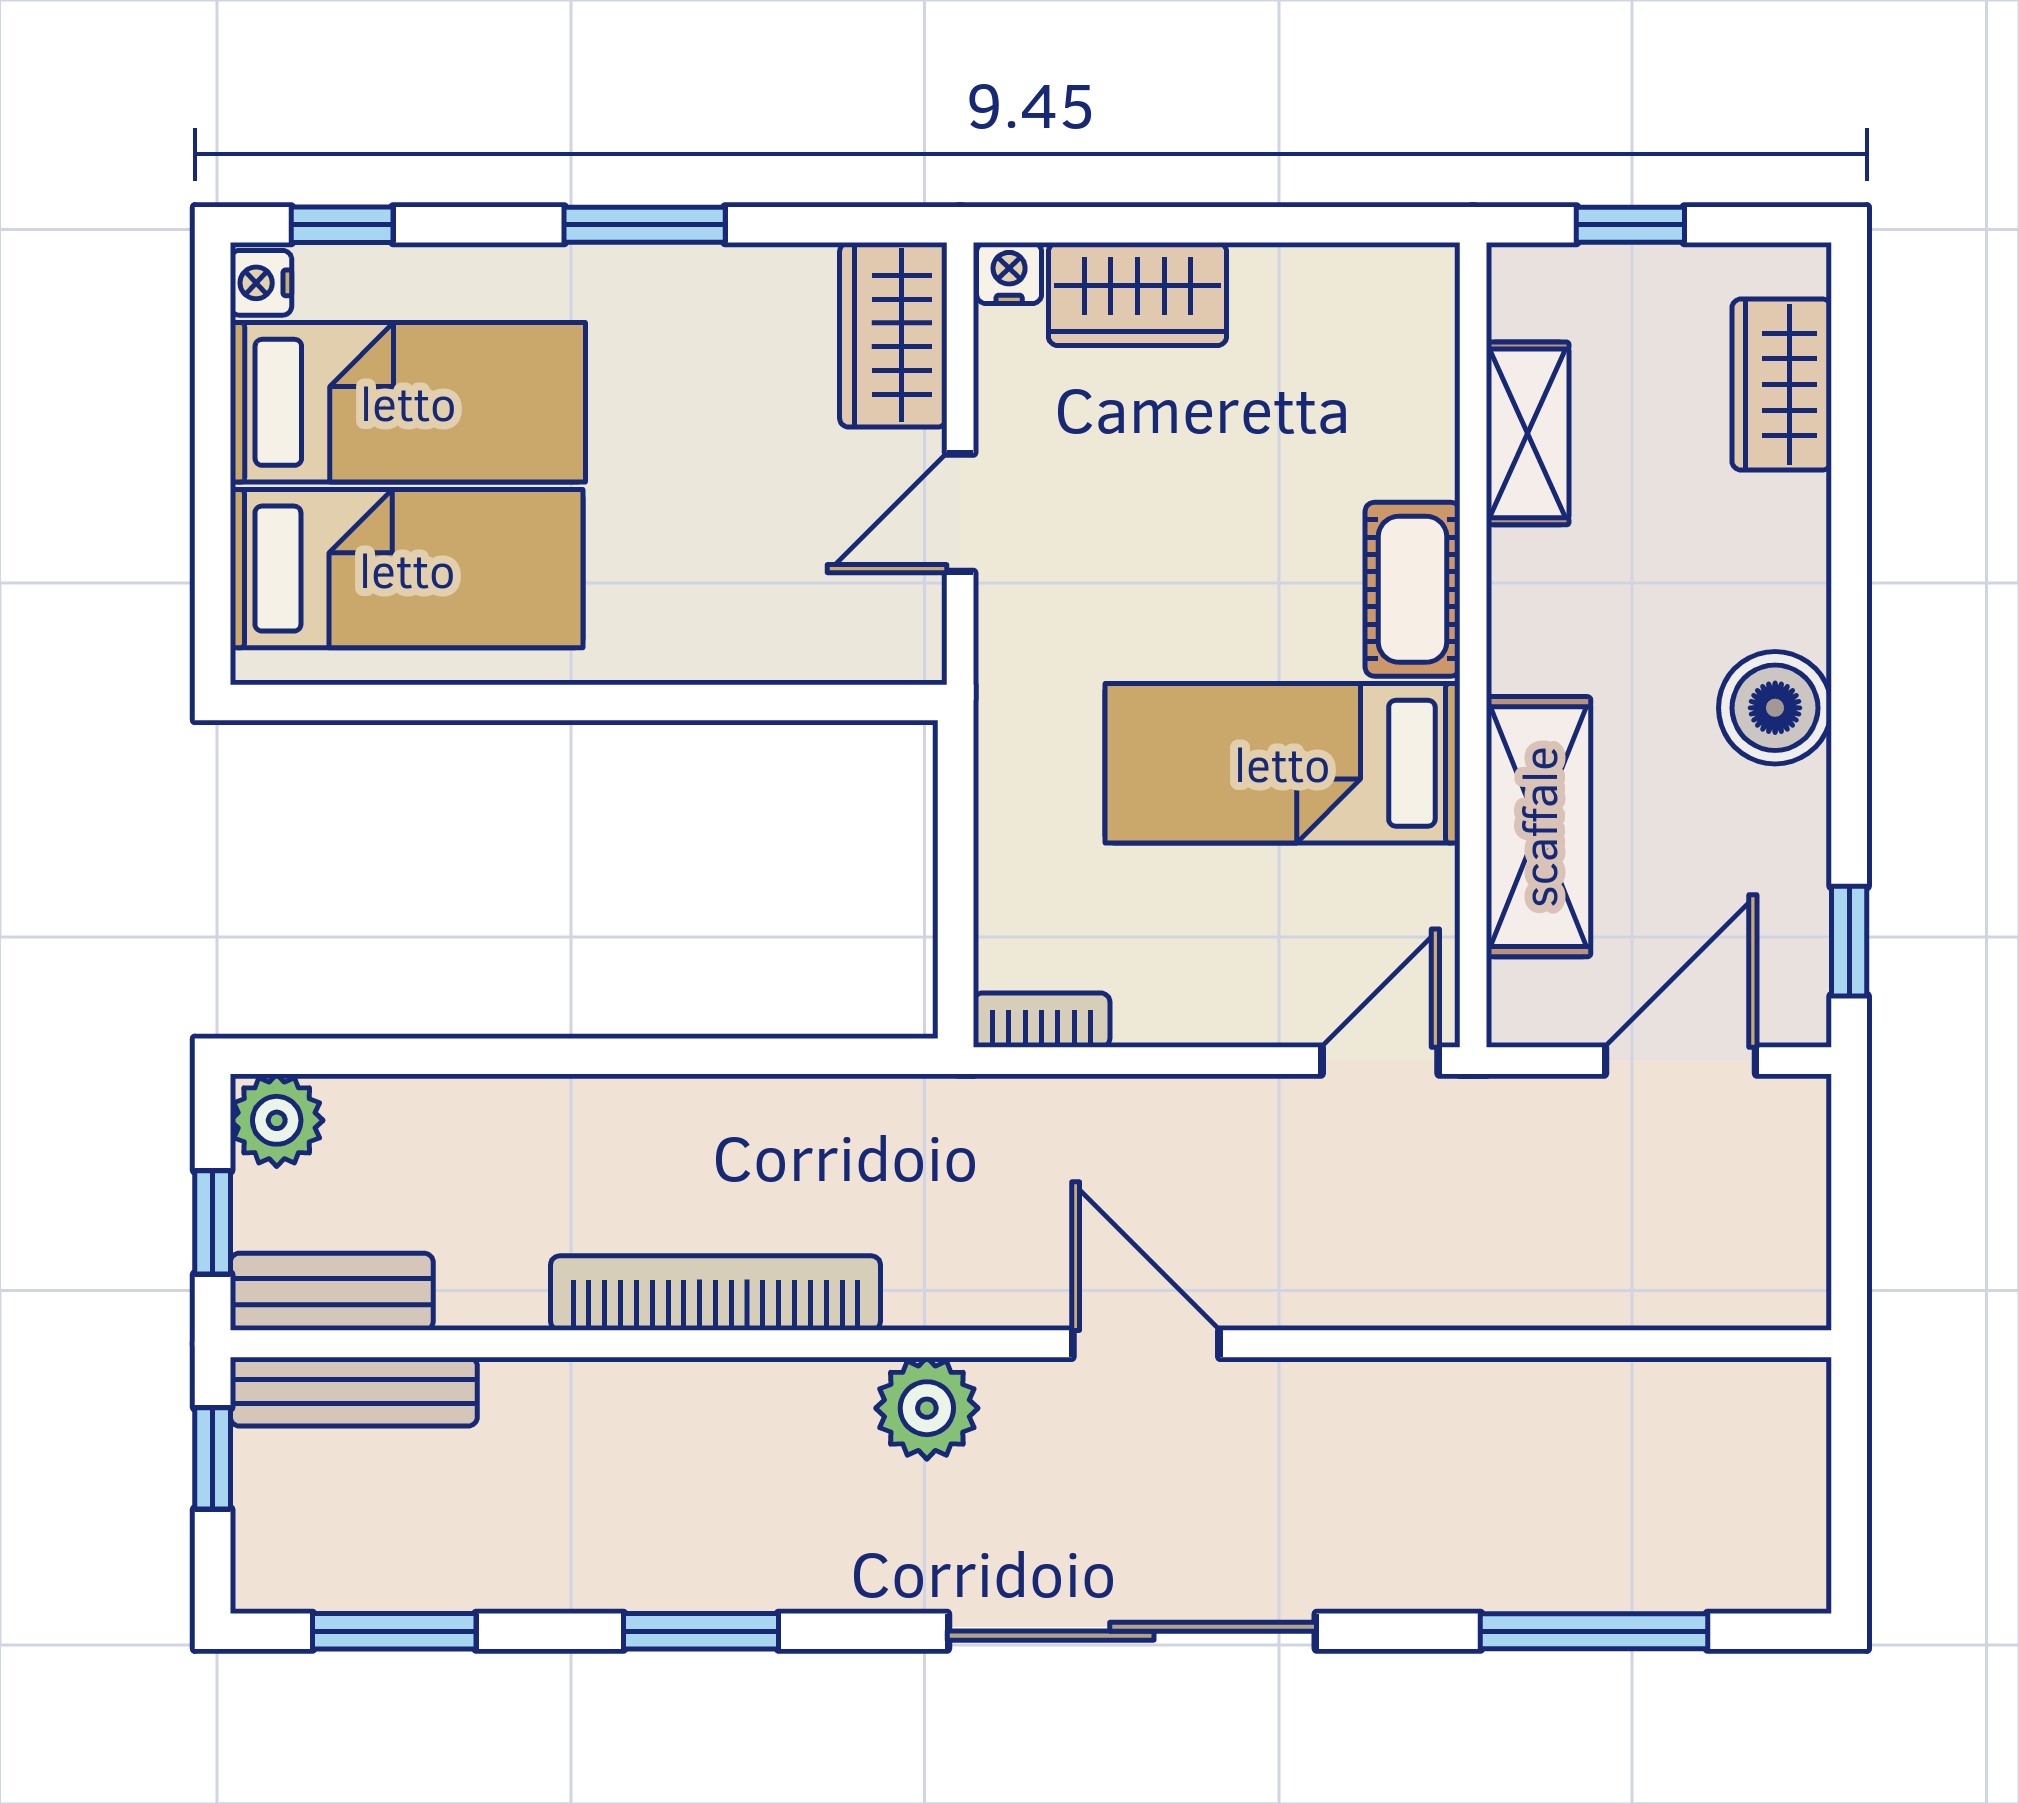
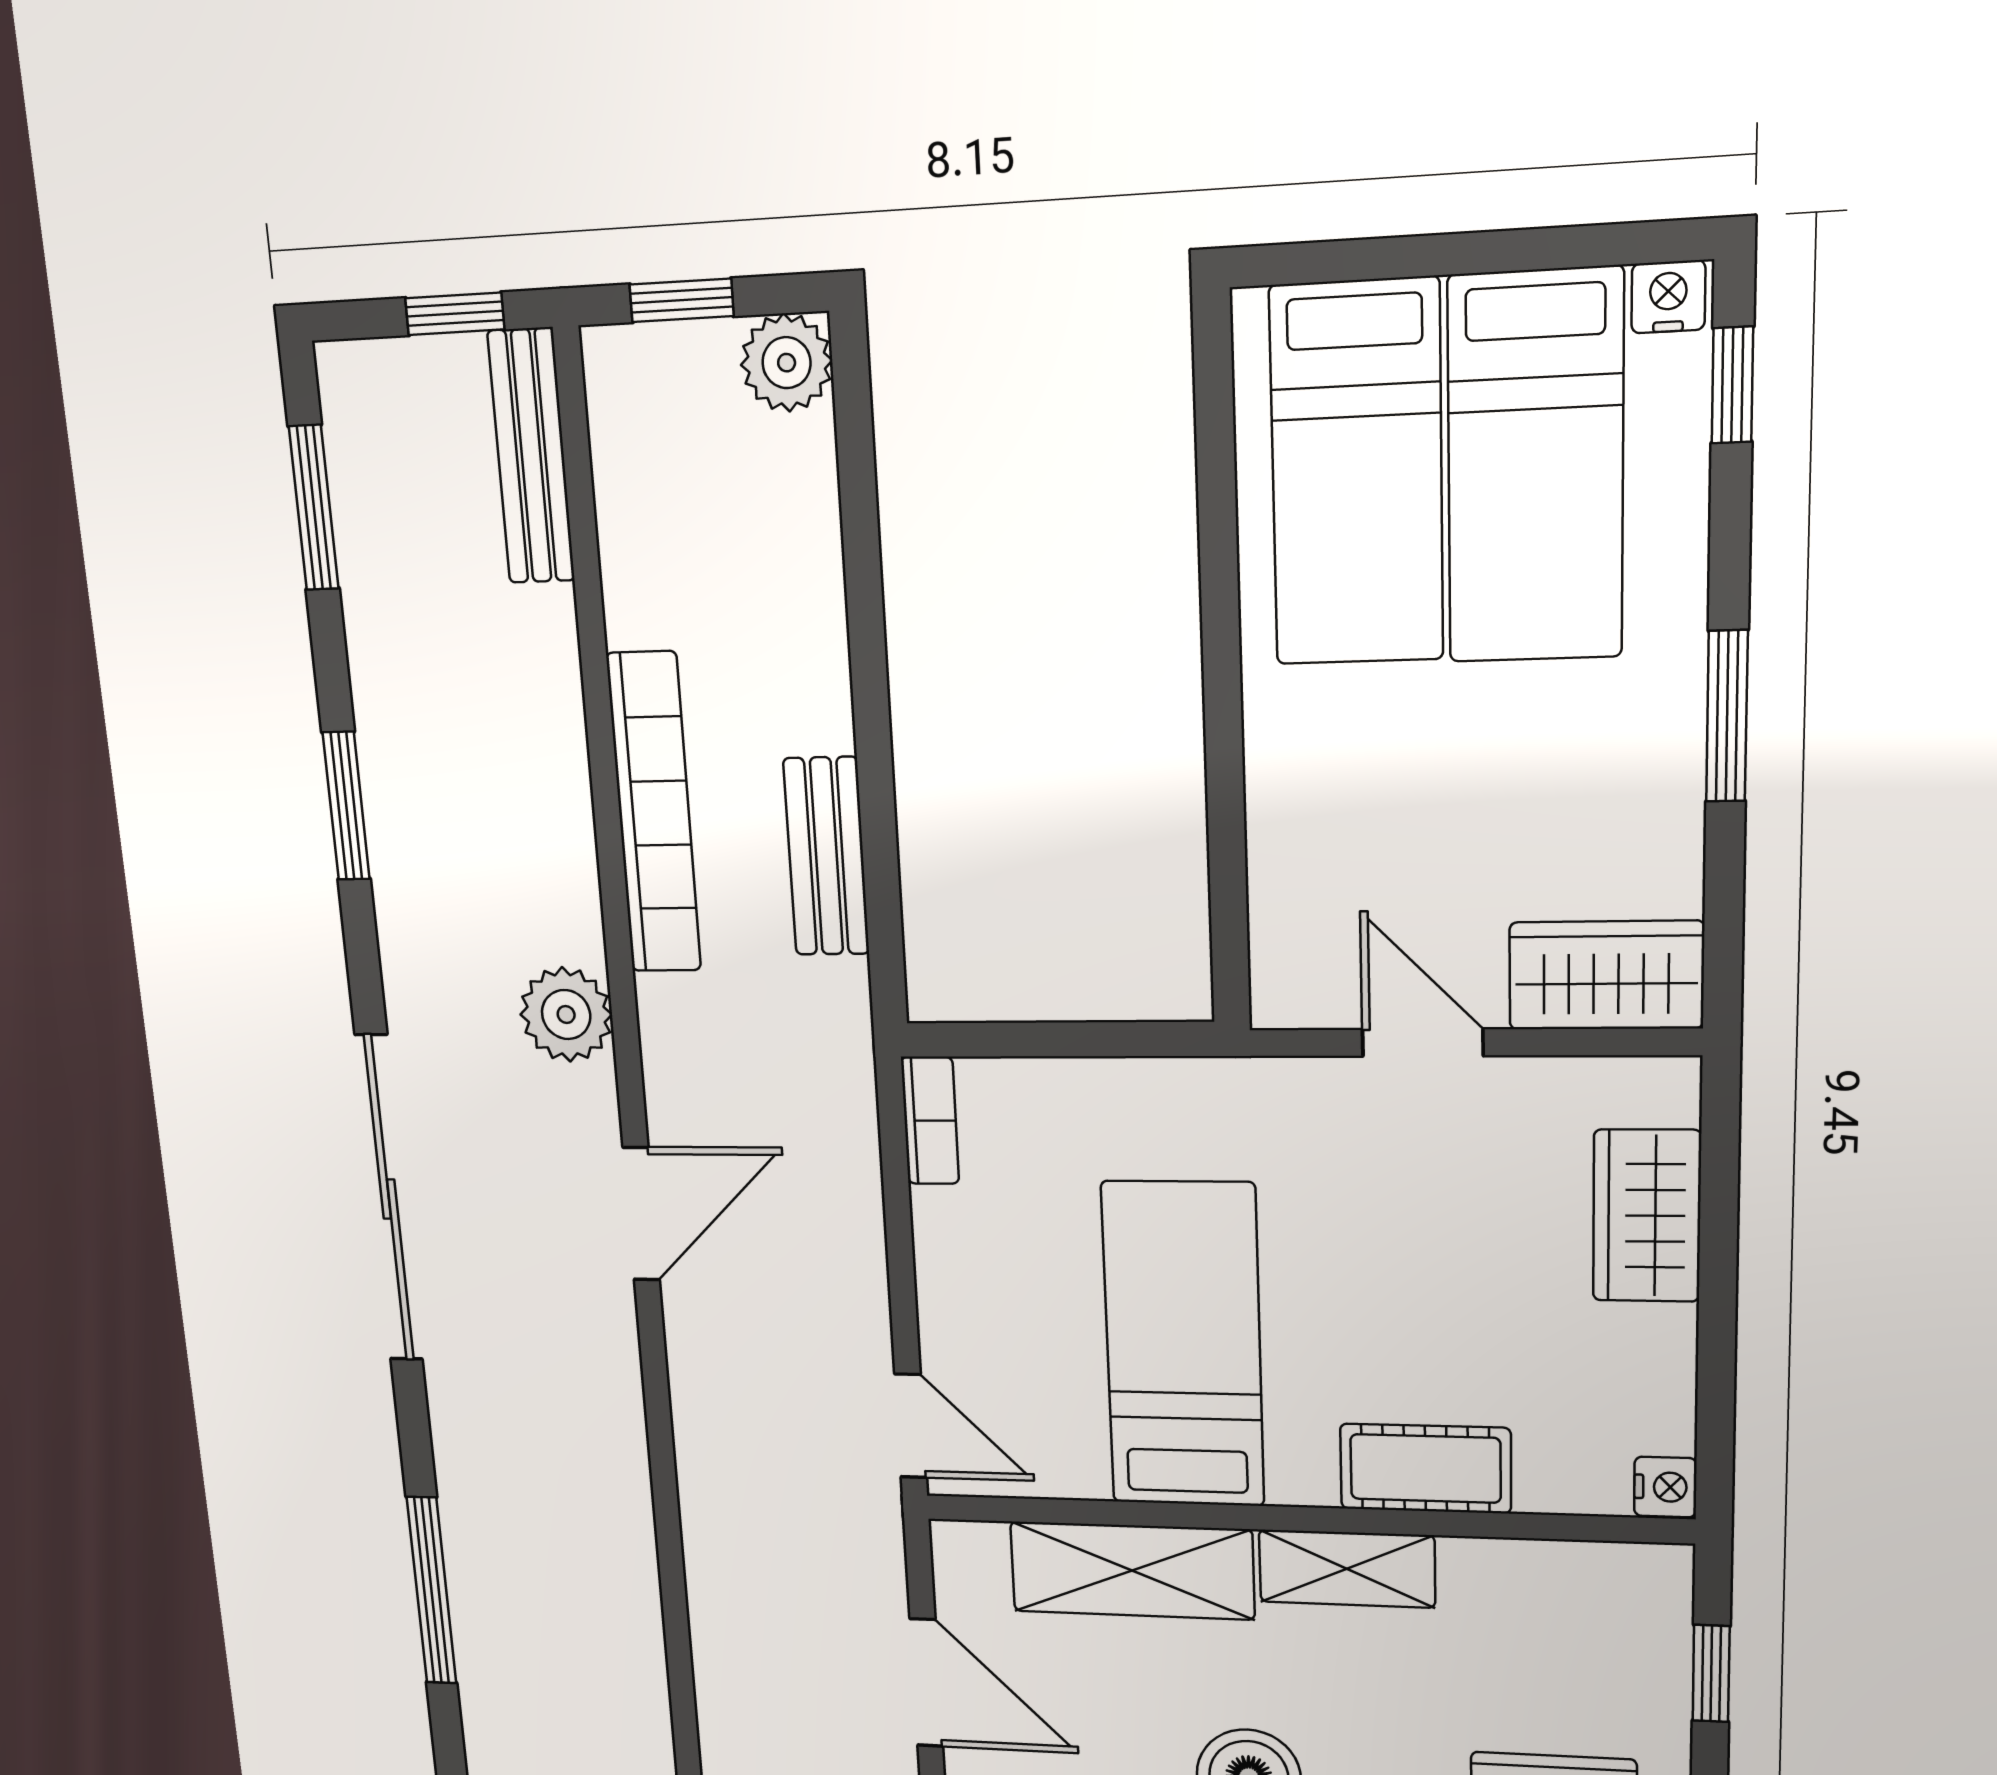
nightstand: (1009, 273) -> (1665, 1487), moved
shelving: (1528, 433) -> (1347, 1569), moved
cot: (1413, 589) -> (1425, 1468), moved
bench: (332, 1292) -> (826, 856), moved

